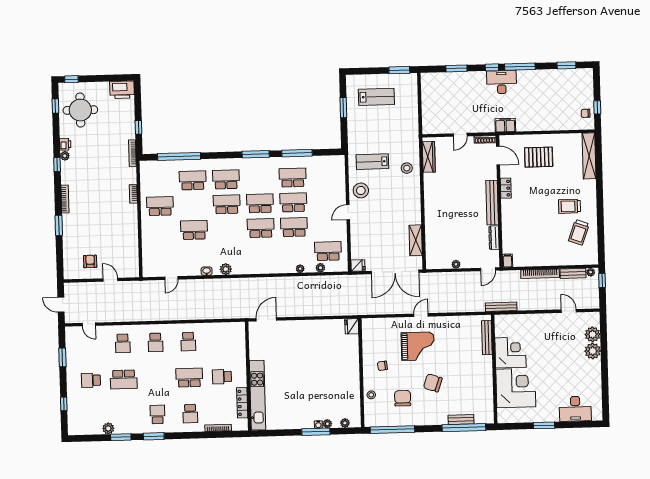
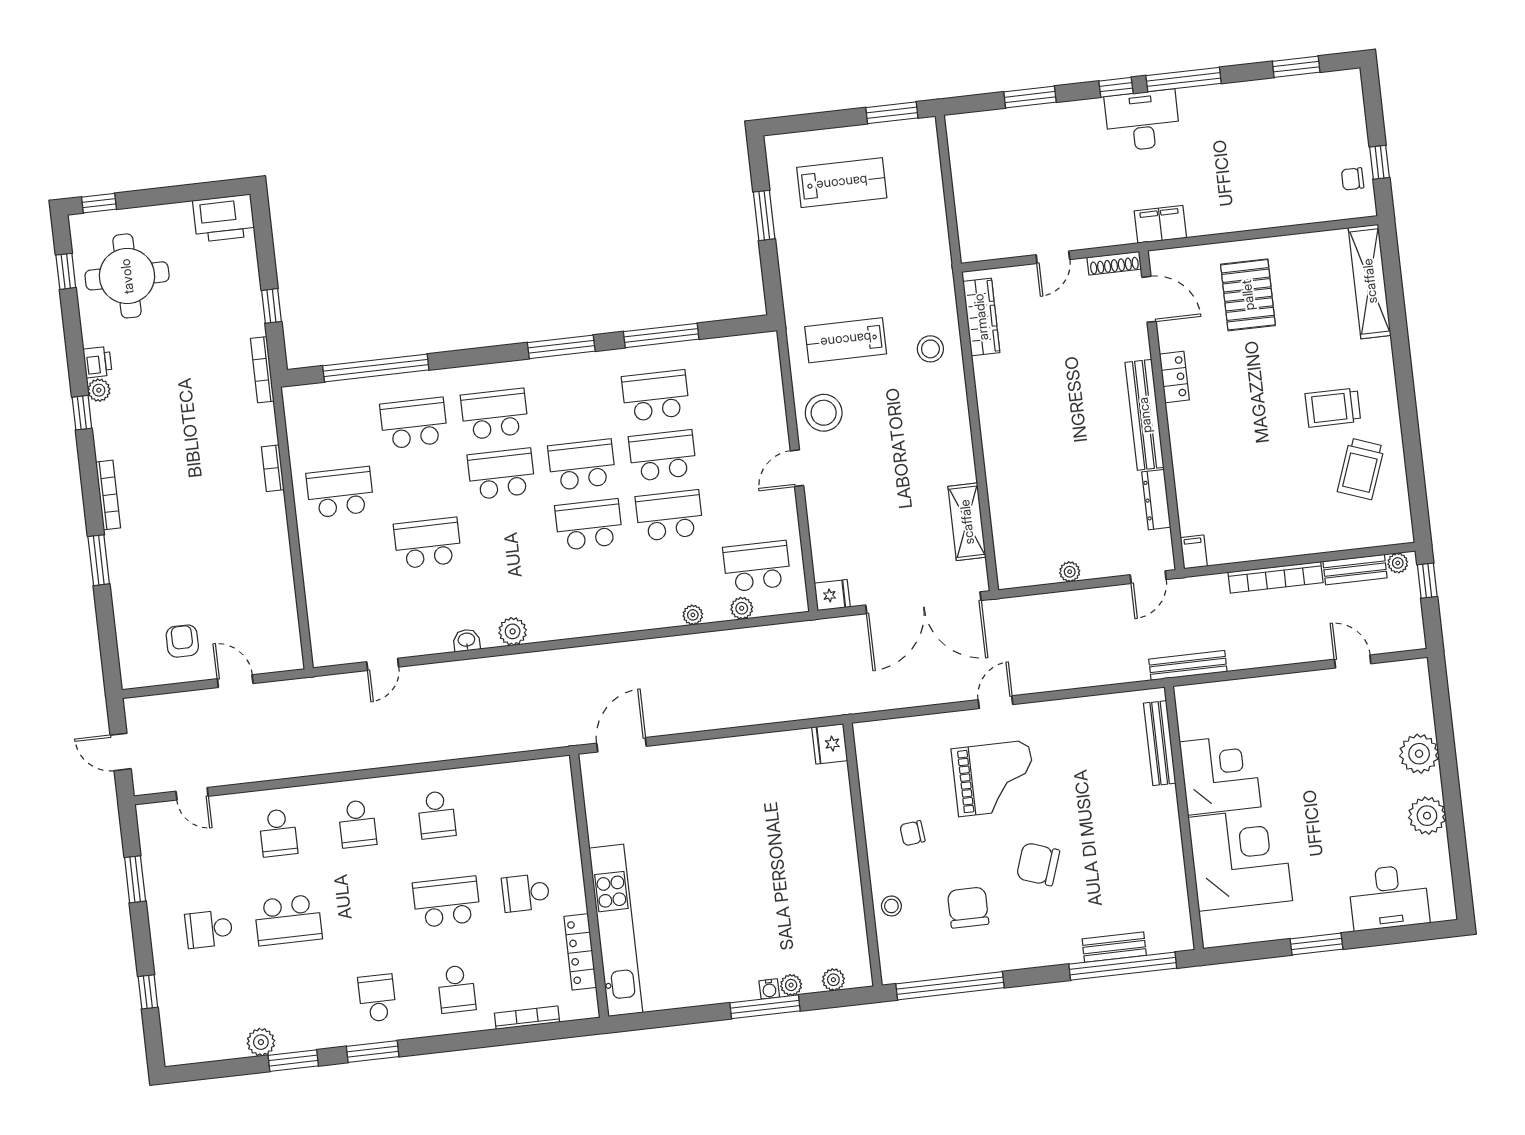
pallet: (539, 157) -> (1248, 295), turned 90
plant: (593, 334) -> (1427, 816), moved

